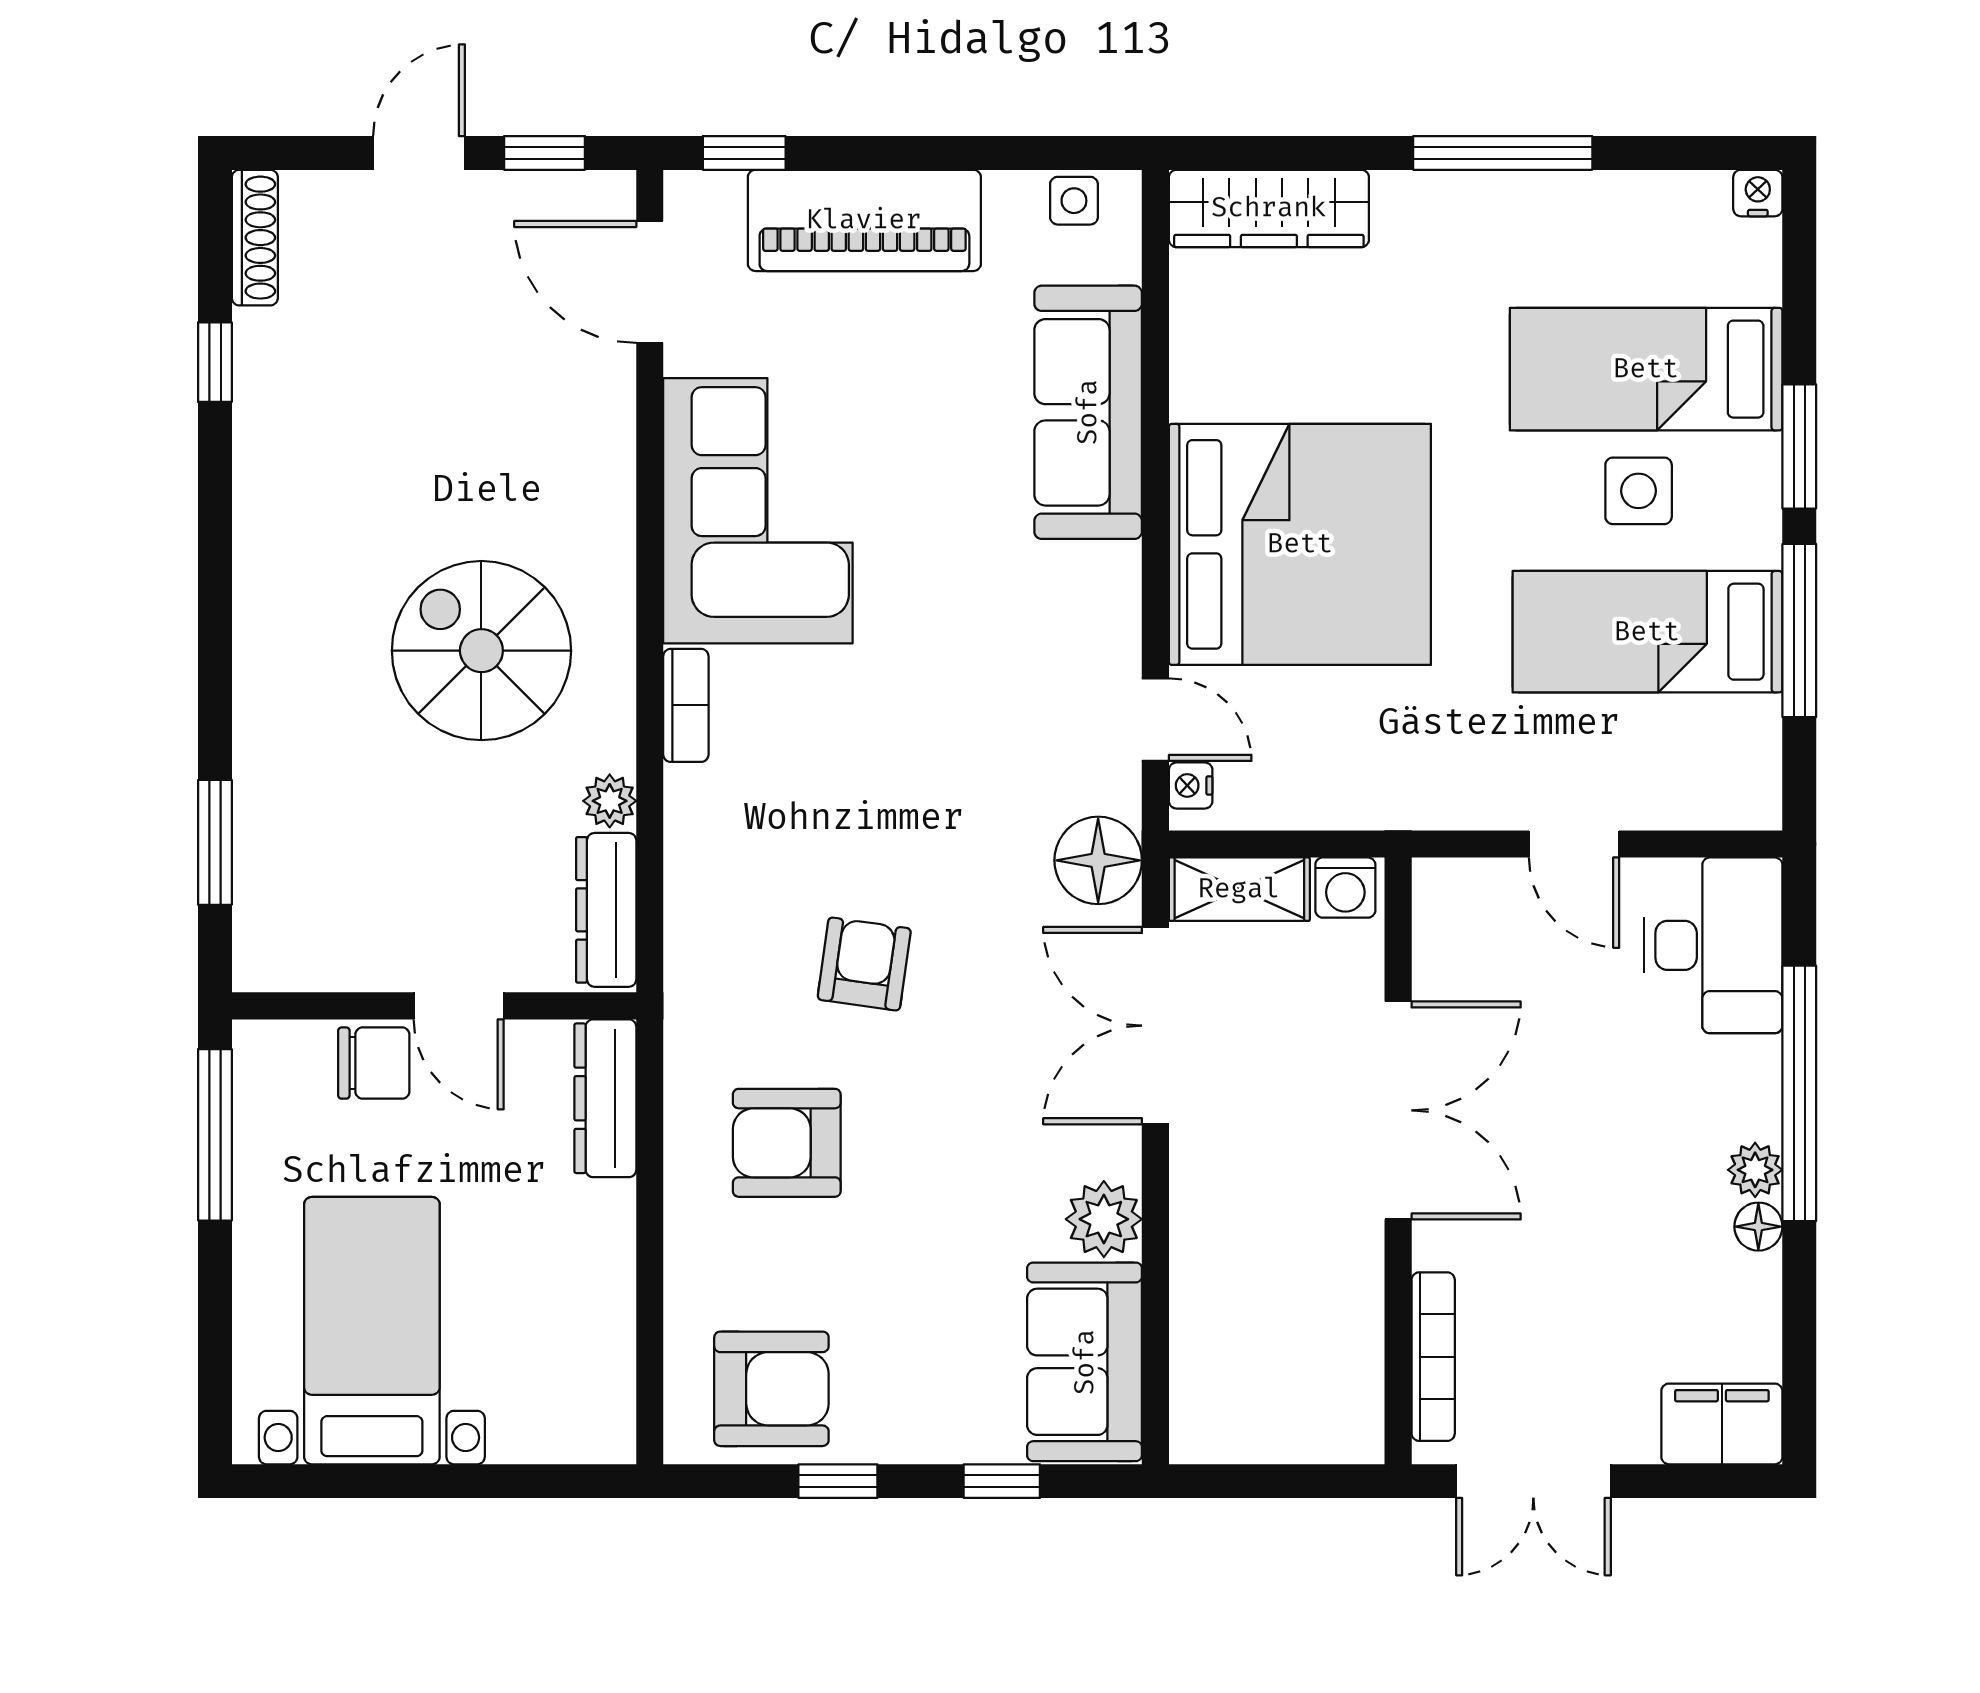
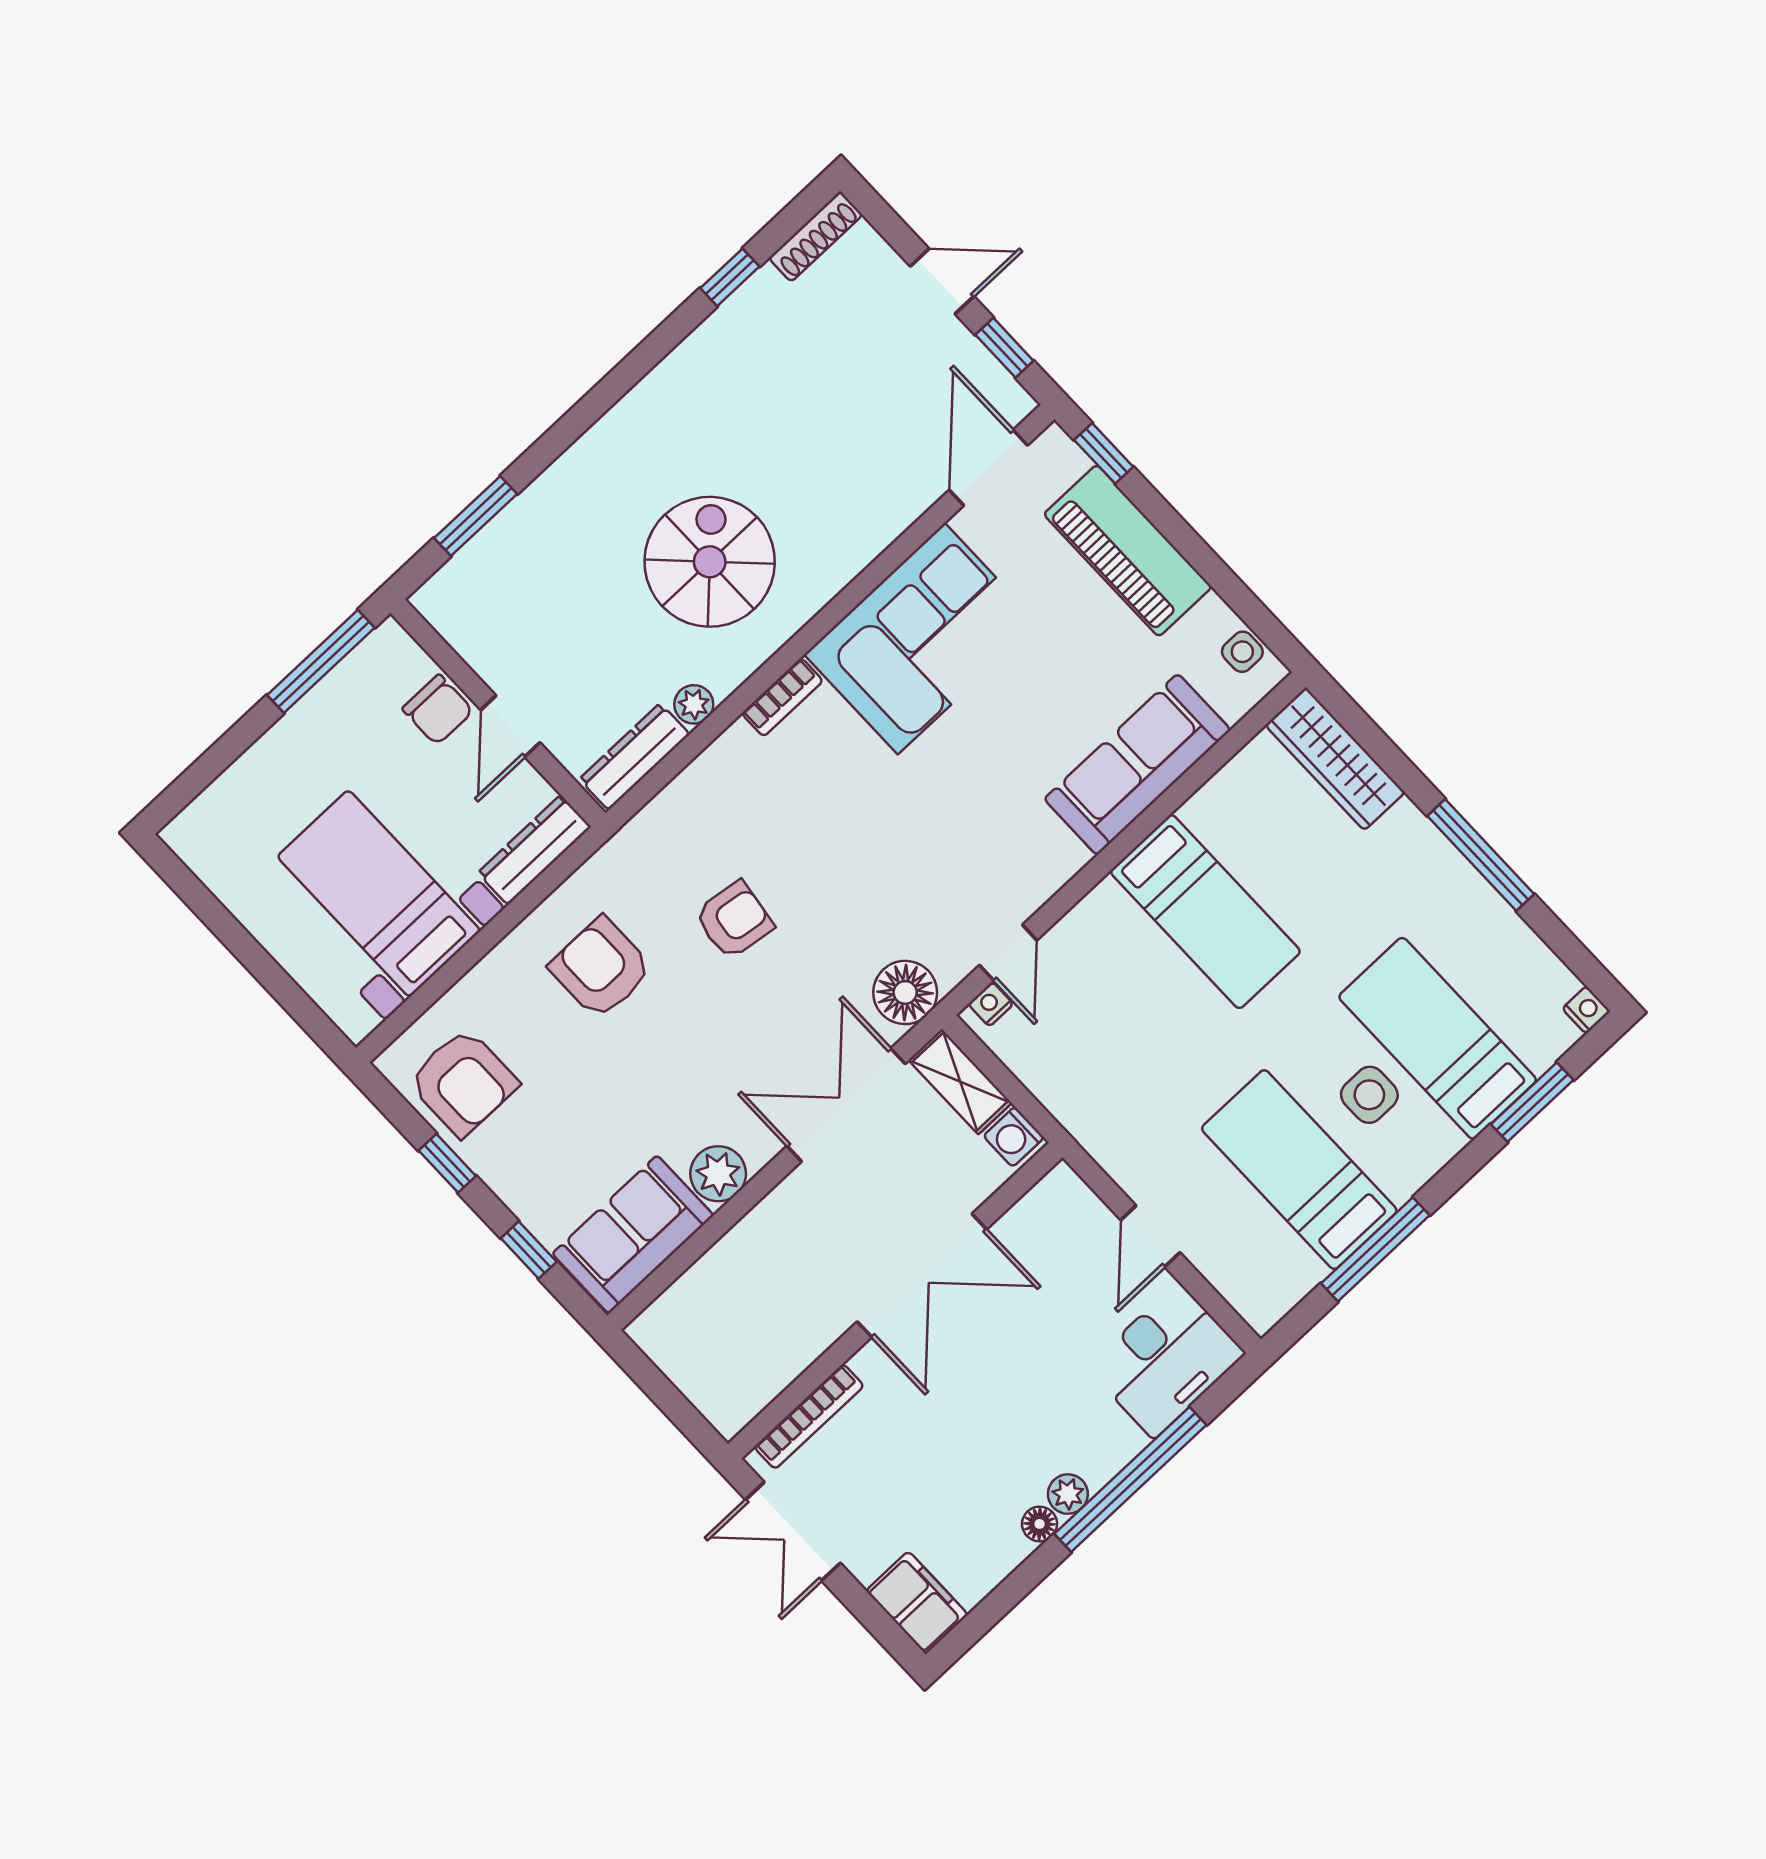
window: (1799, 446) -> (1532, 1102), moved
bed: (1300, 544) -> (1205, 912), width x0.49
bed with nightstands: (372, 1331) -> (379, 894), moved, turned -90

